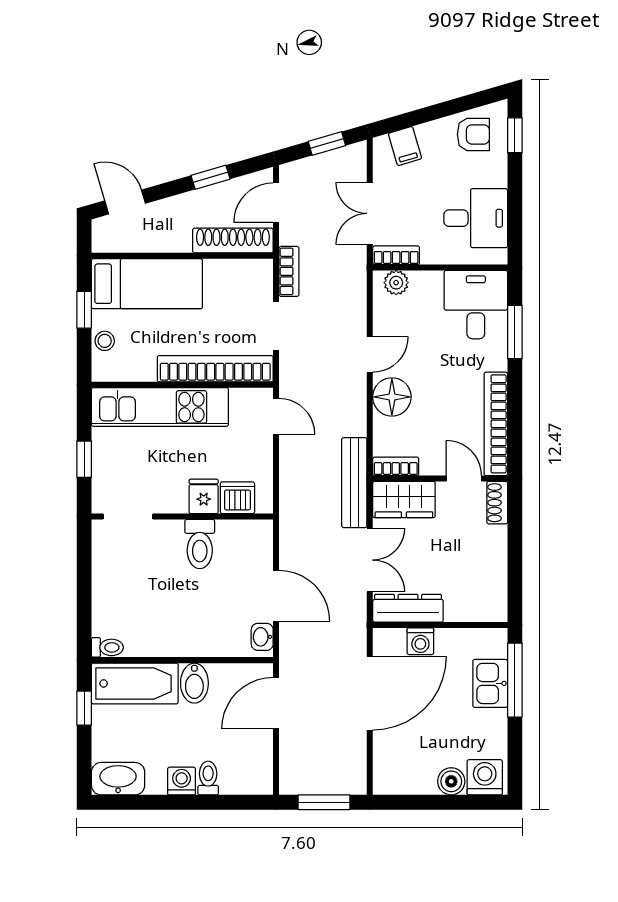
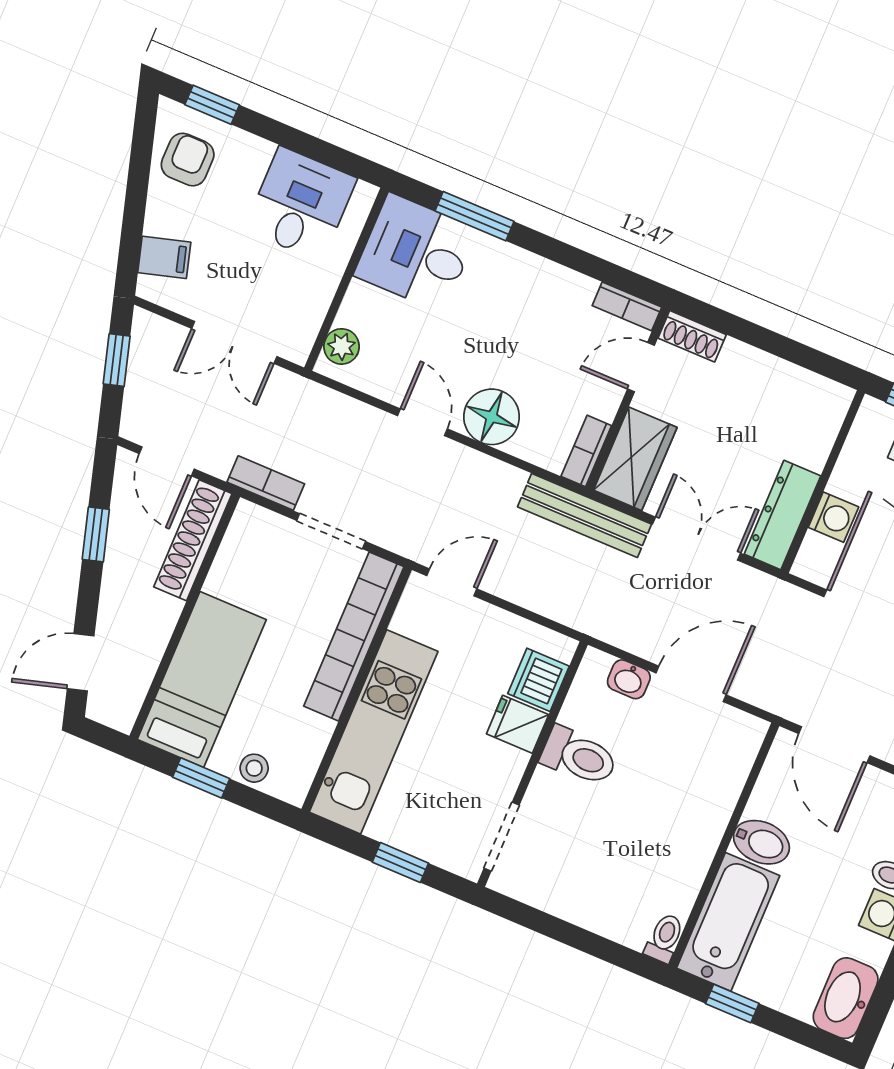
bookcase: (396, 255) -> (305, 331), removed
bookcase: (496, 424) -> (627, 306), width x0.43, depth x0.76
washbasin: (262, 637) -> (629, 679), moved

